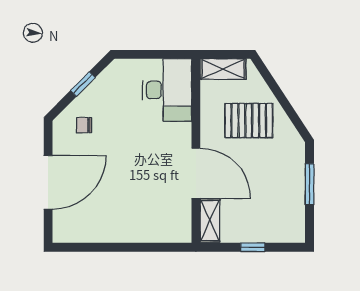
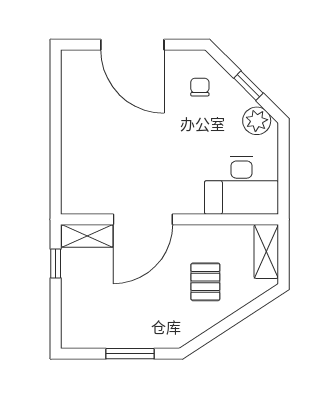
plant: (113, 77) -> (257, 121), added
pallet: (249, 121) -> (205, 282), width x0.67, depth x0.71
window: (253, 247) -> (56, 263), moved

